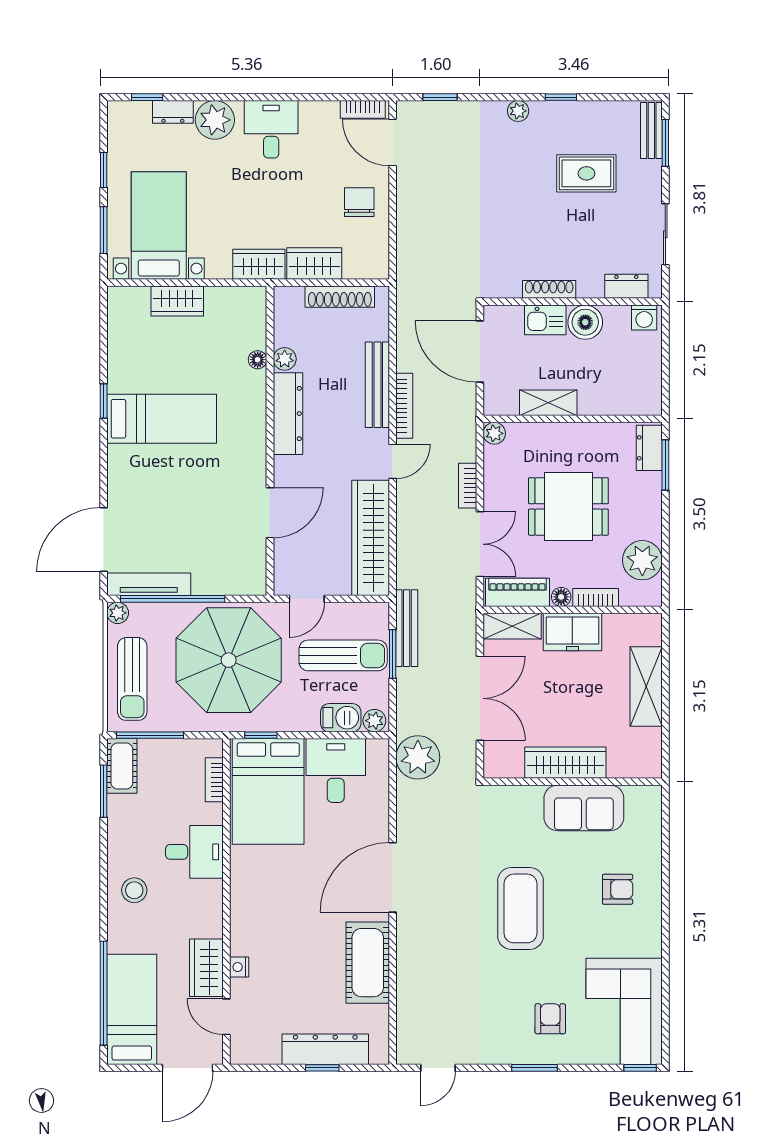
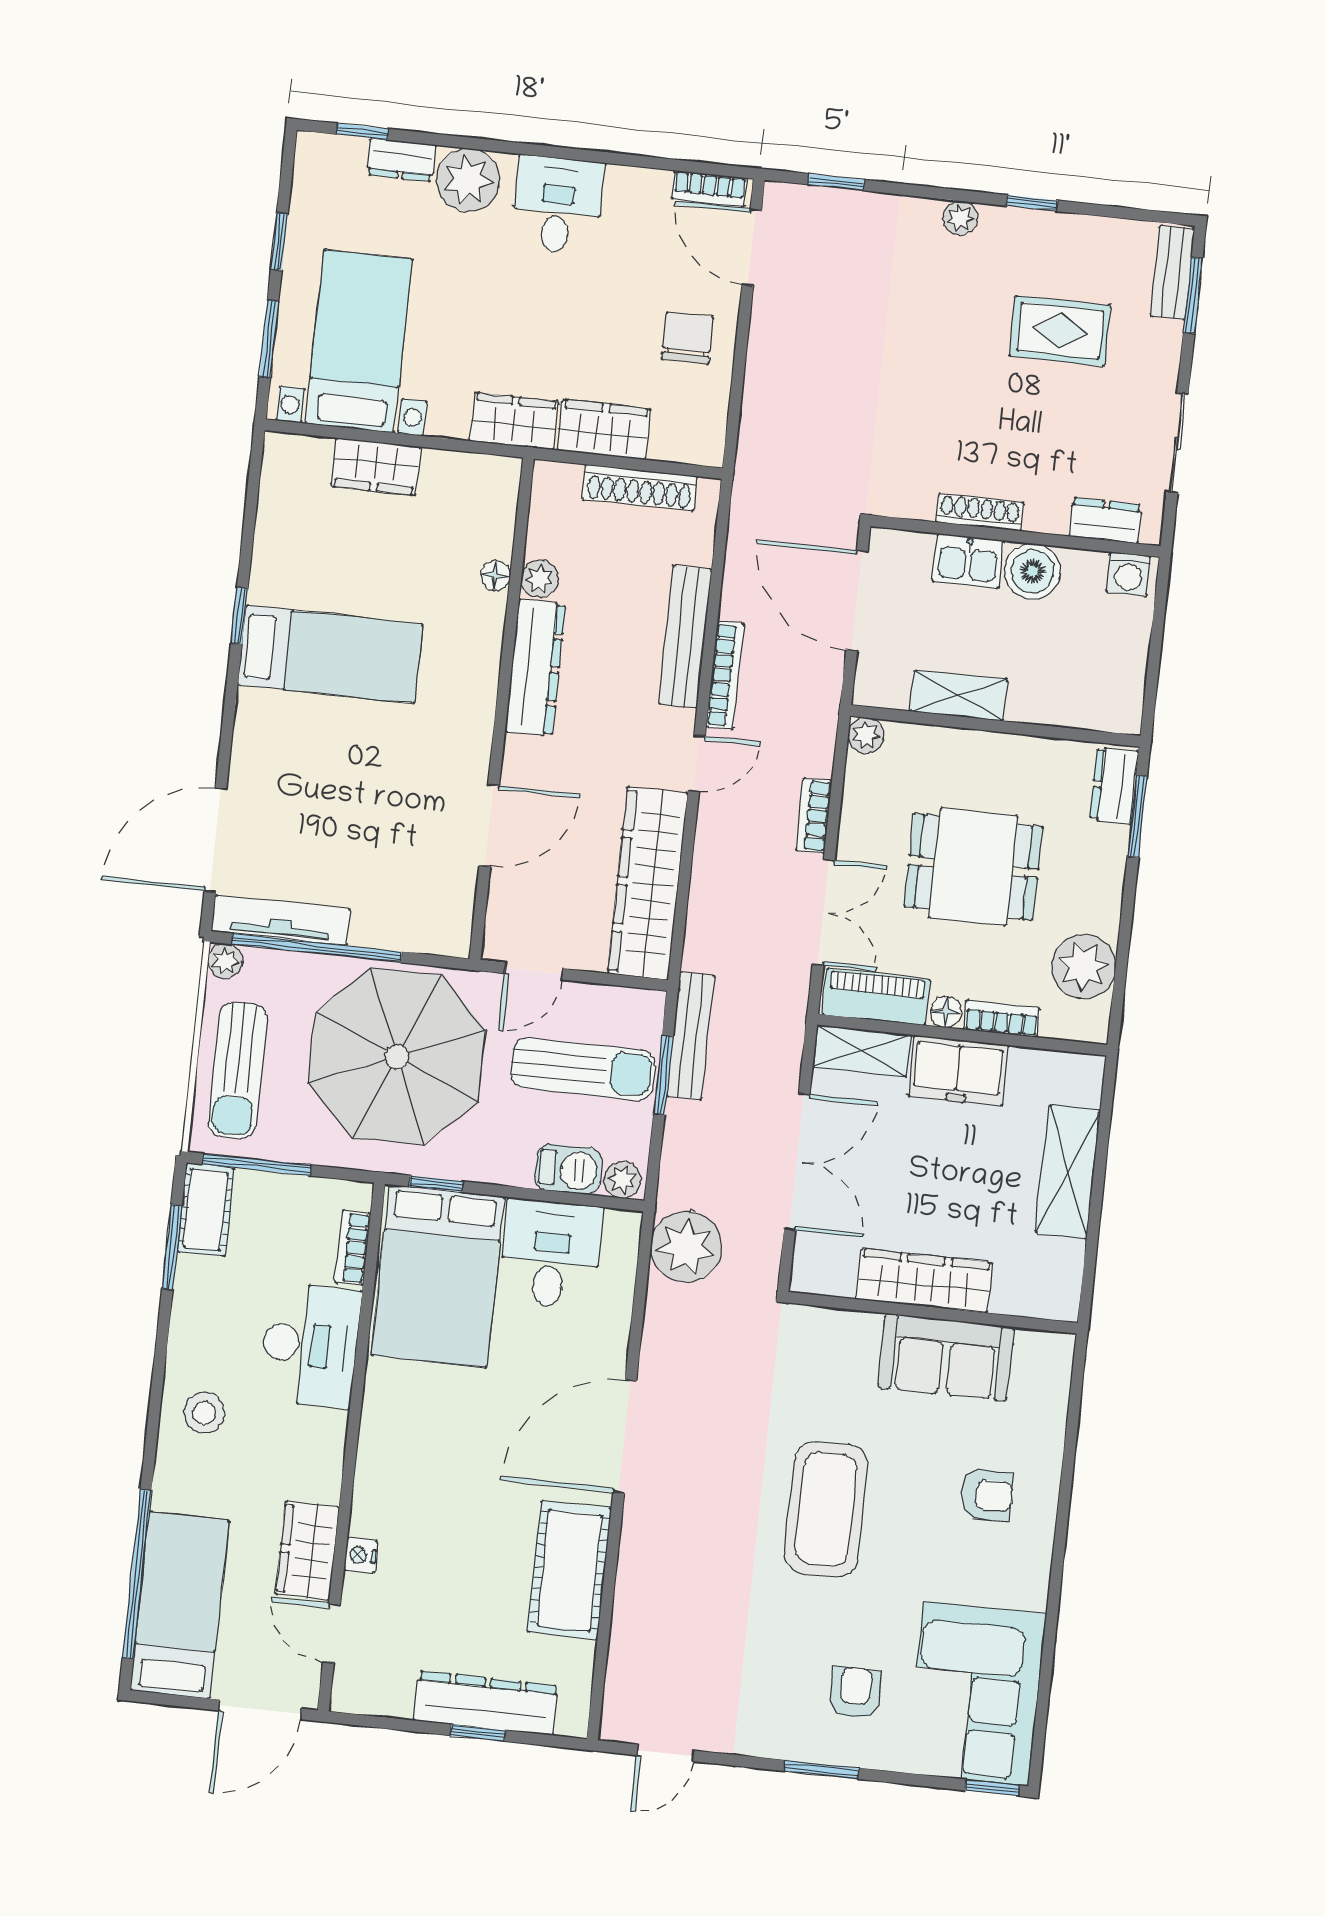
desk: (194, 852) -> (310, 1345), width x1.37

